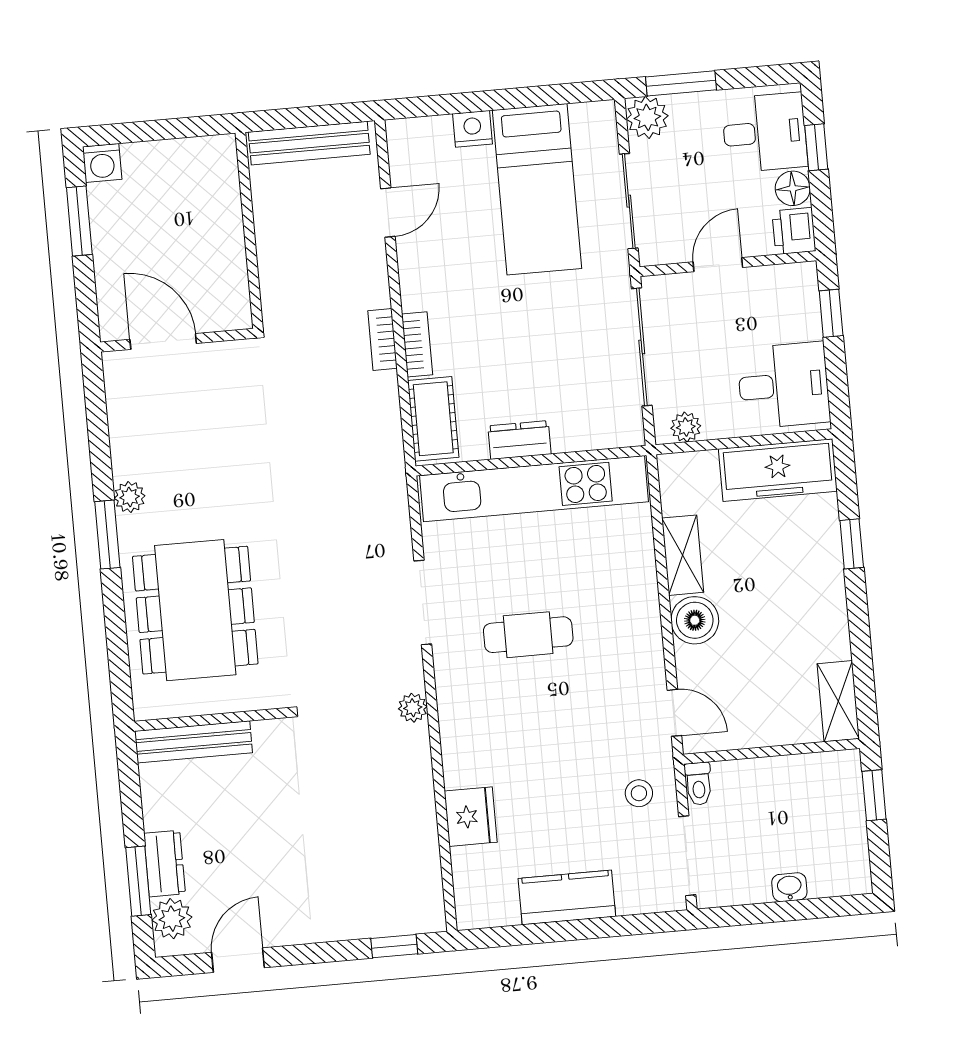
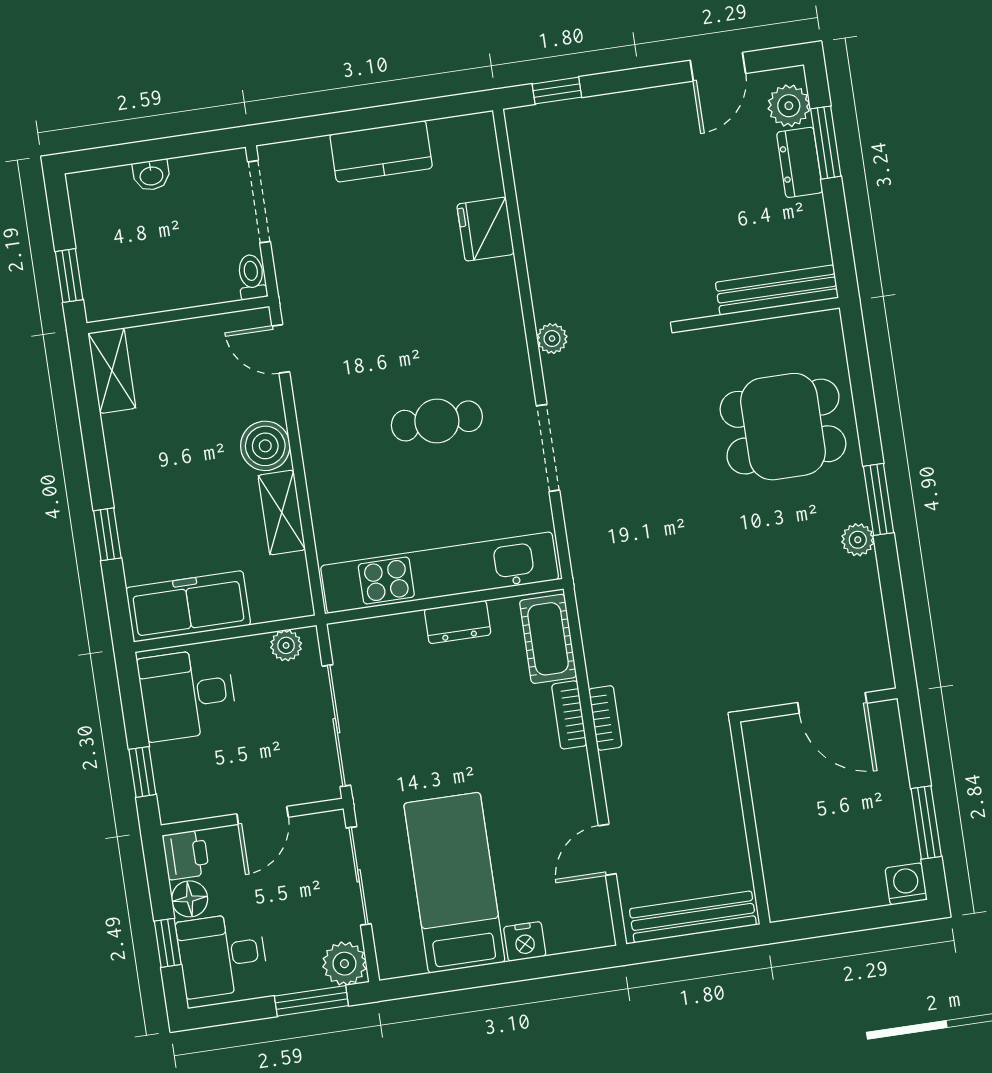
dining table: (195, 610) -> (783, 427), width x0.73
stool: (639, 793) -> (313, 263), removed

